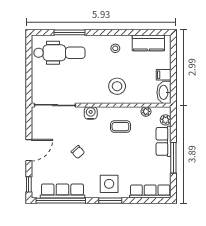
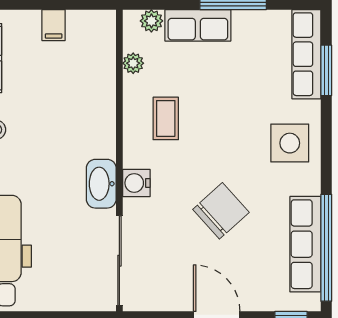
stool: (117, 86) -> (78, 126), removed
washbasin: (164, 92) -> (101, 184), moved, turned 90
chair: (78, 152) -> (221, 211), width x1.87, depth x1.87
window: (110, 201) -> (326, 70), moved

